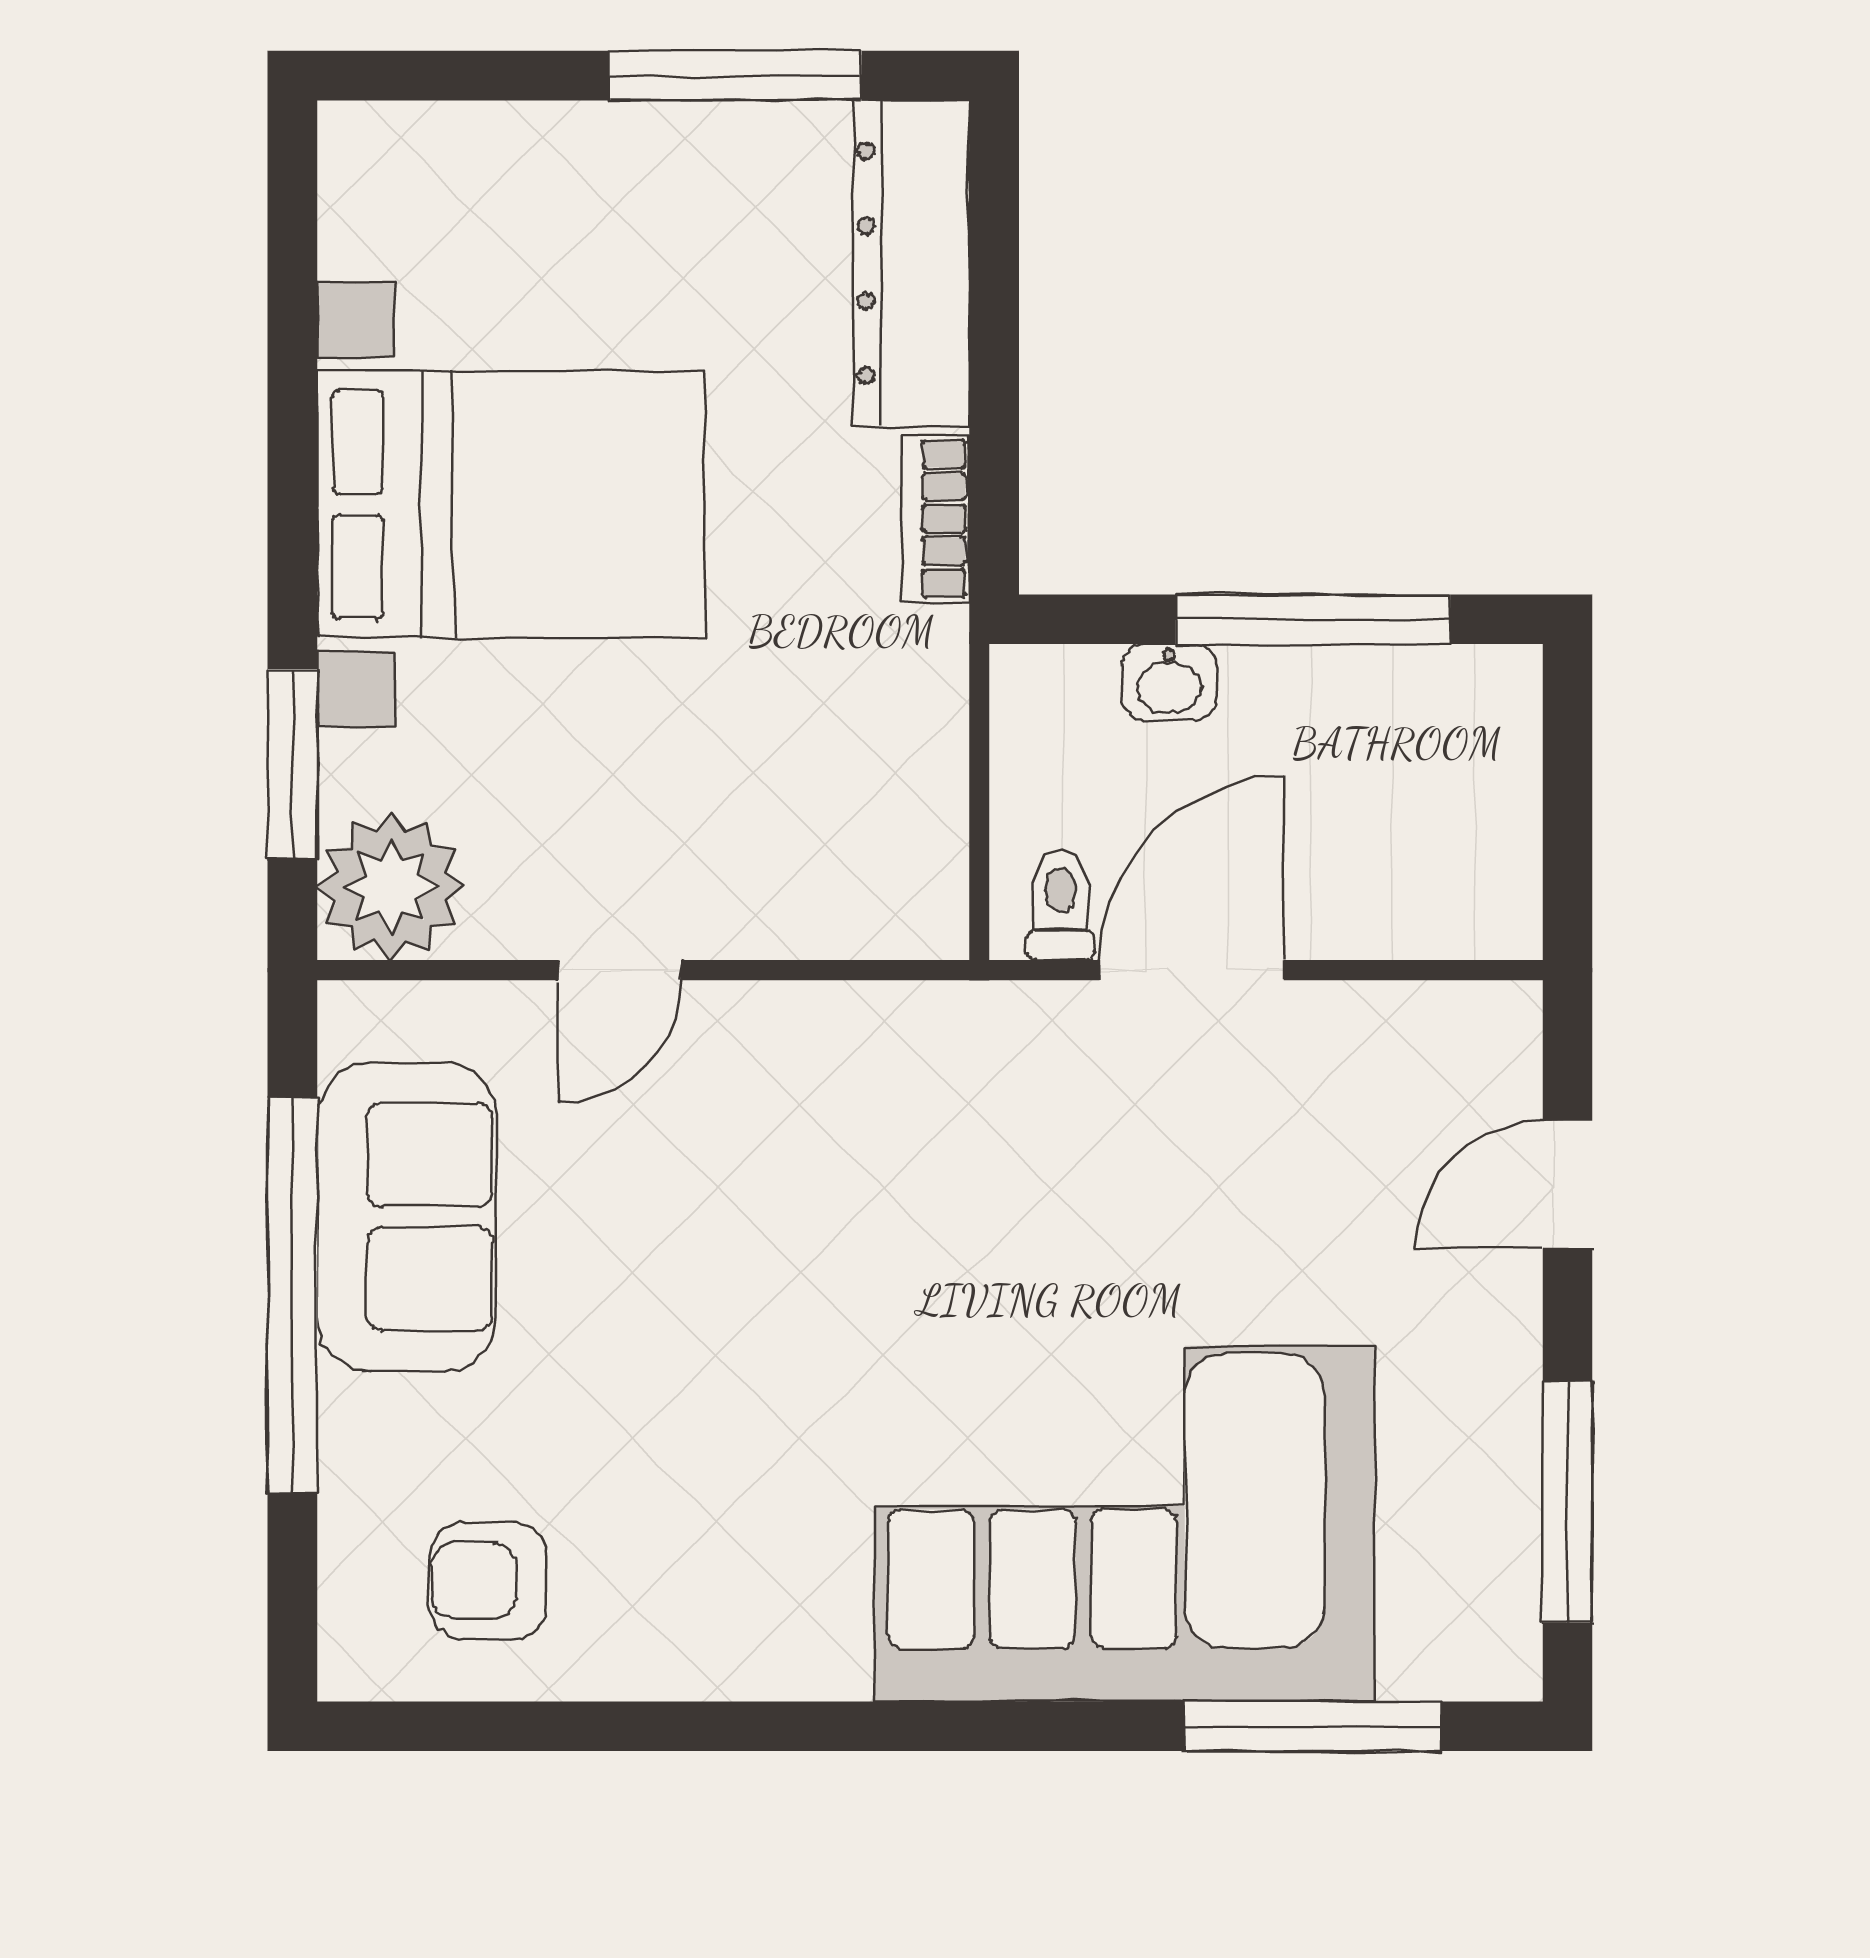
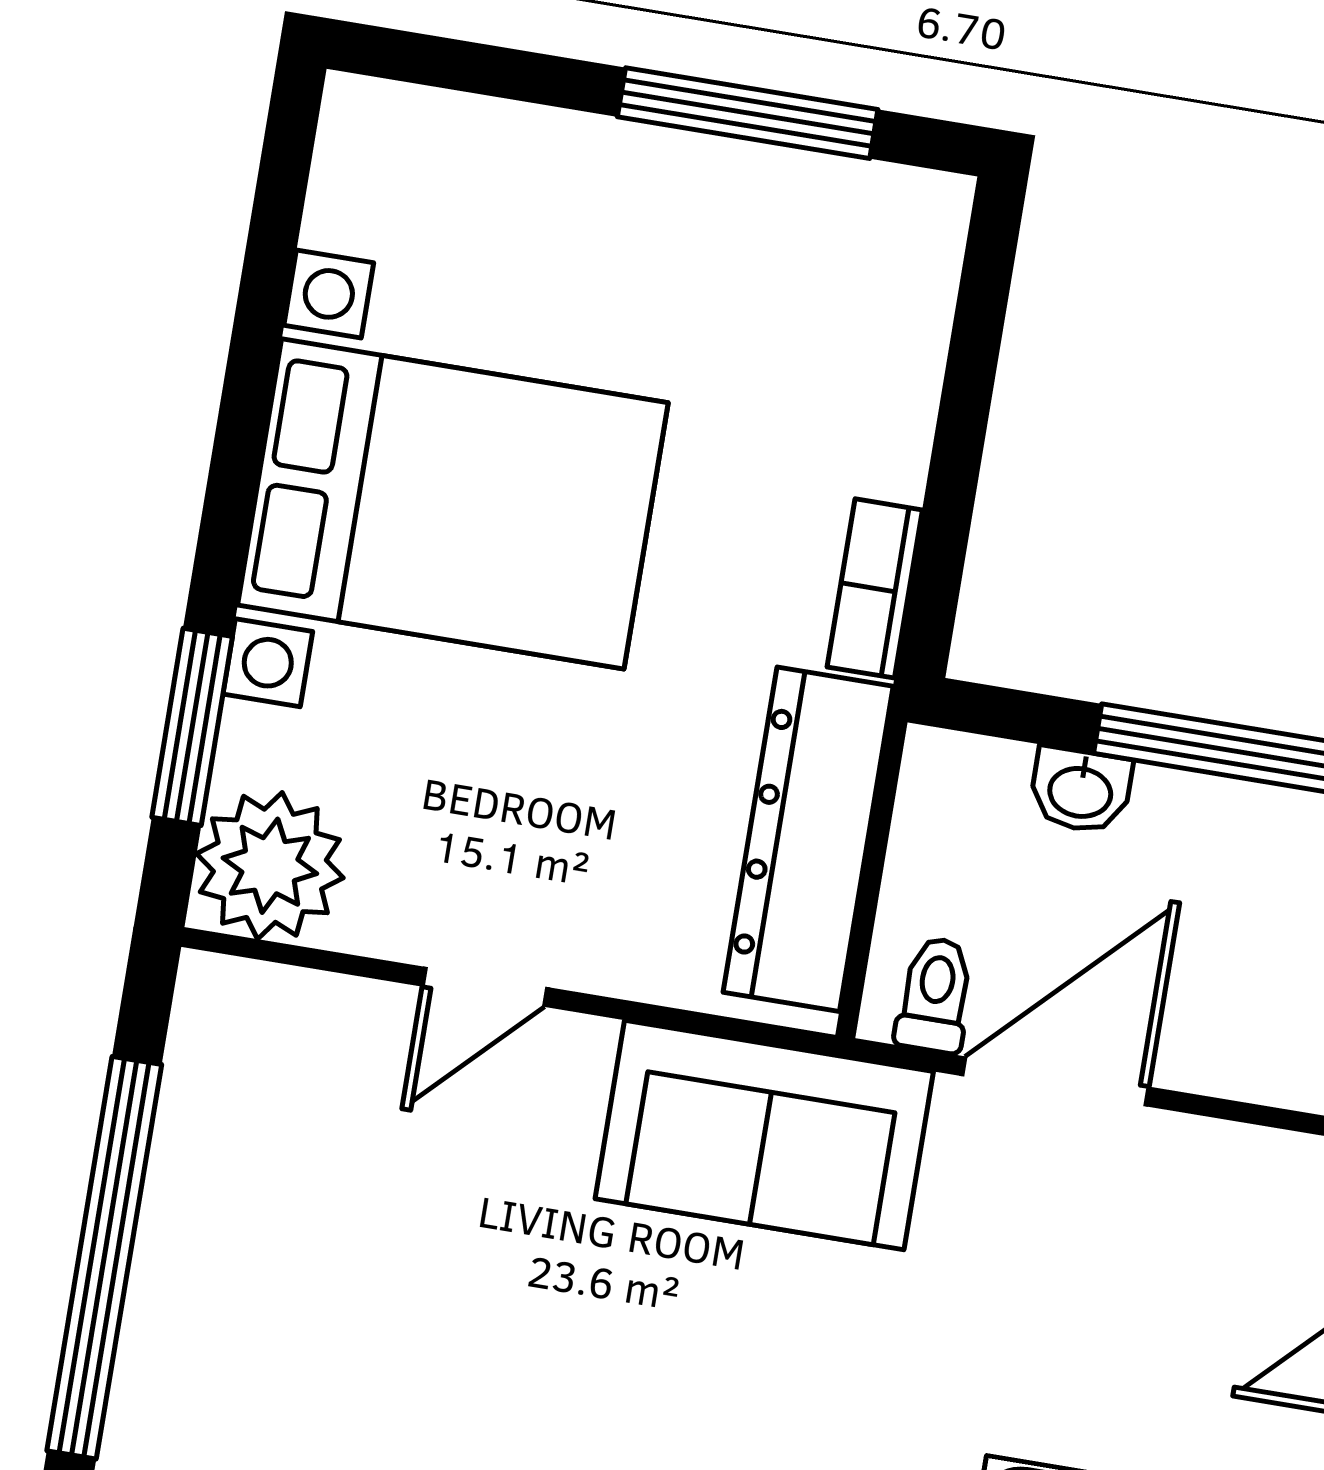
dresser: (911, 263) -> (808, 839), moved
sofa: (407, 1217) -> (764, 1135), moved, turned 90

